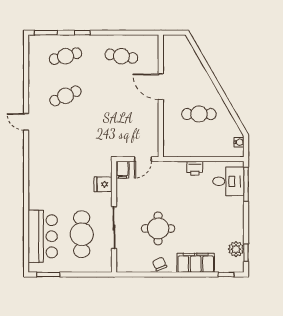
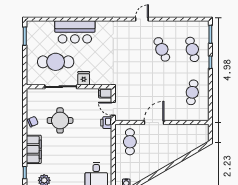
door: (161, 87) -> (154, 123), moved
cafe table: (199, 114) -> (130, 142), moved
printer: (195, 168) -> (106, 123), moved
fridge: (103, 184) -> (84, 78), moved
bar counter: (43, 236) -> (75, 32), moved

